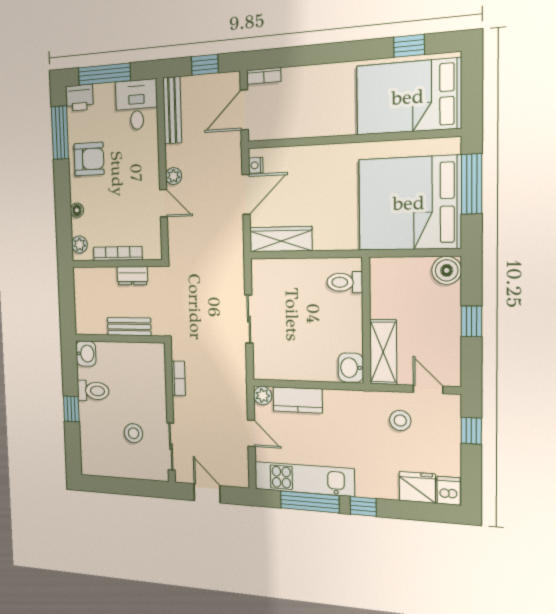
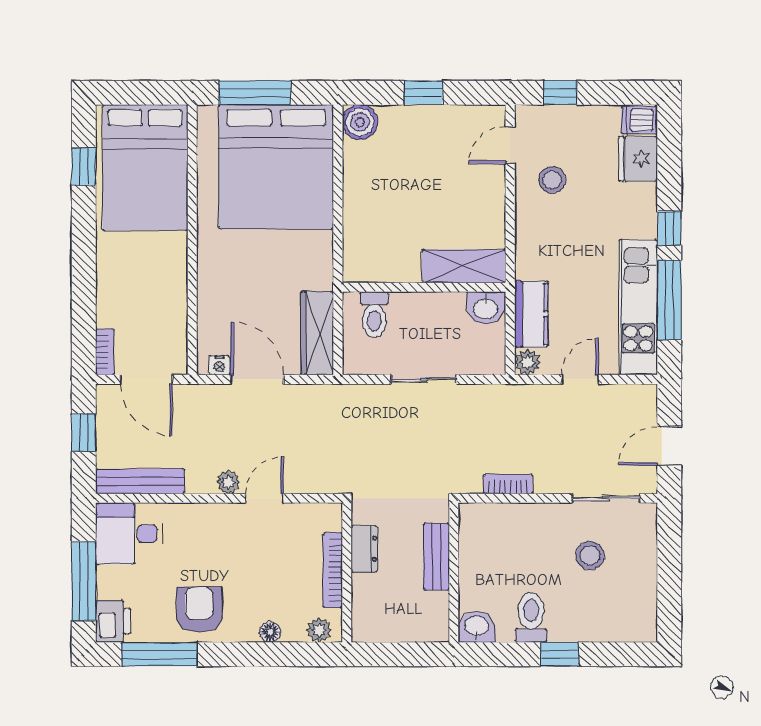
toilet: (345, 282) -> (374, 315), moved
wall: (366, 321) -> (424, 287), moved
shelving: (383, 352) -> (464, 266), moved
washbasin: (351, 368) -> (486, 308), moved

